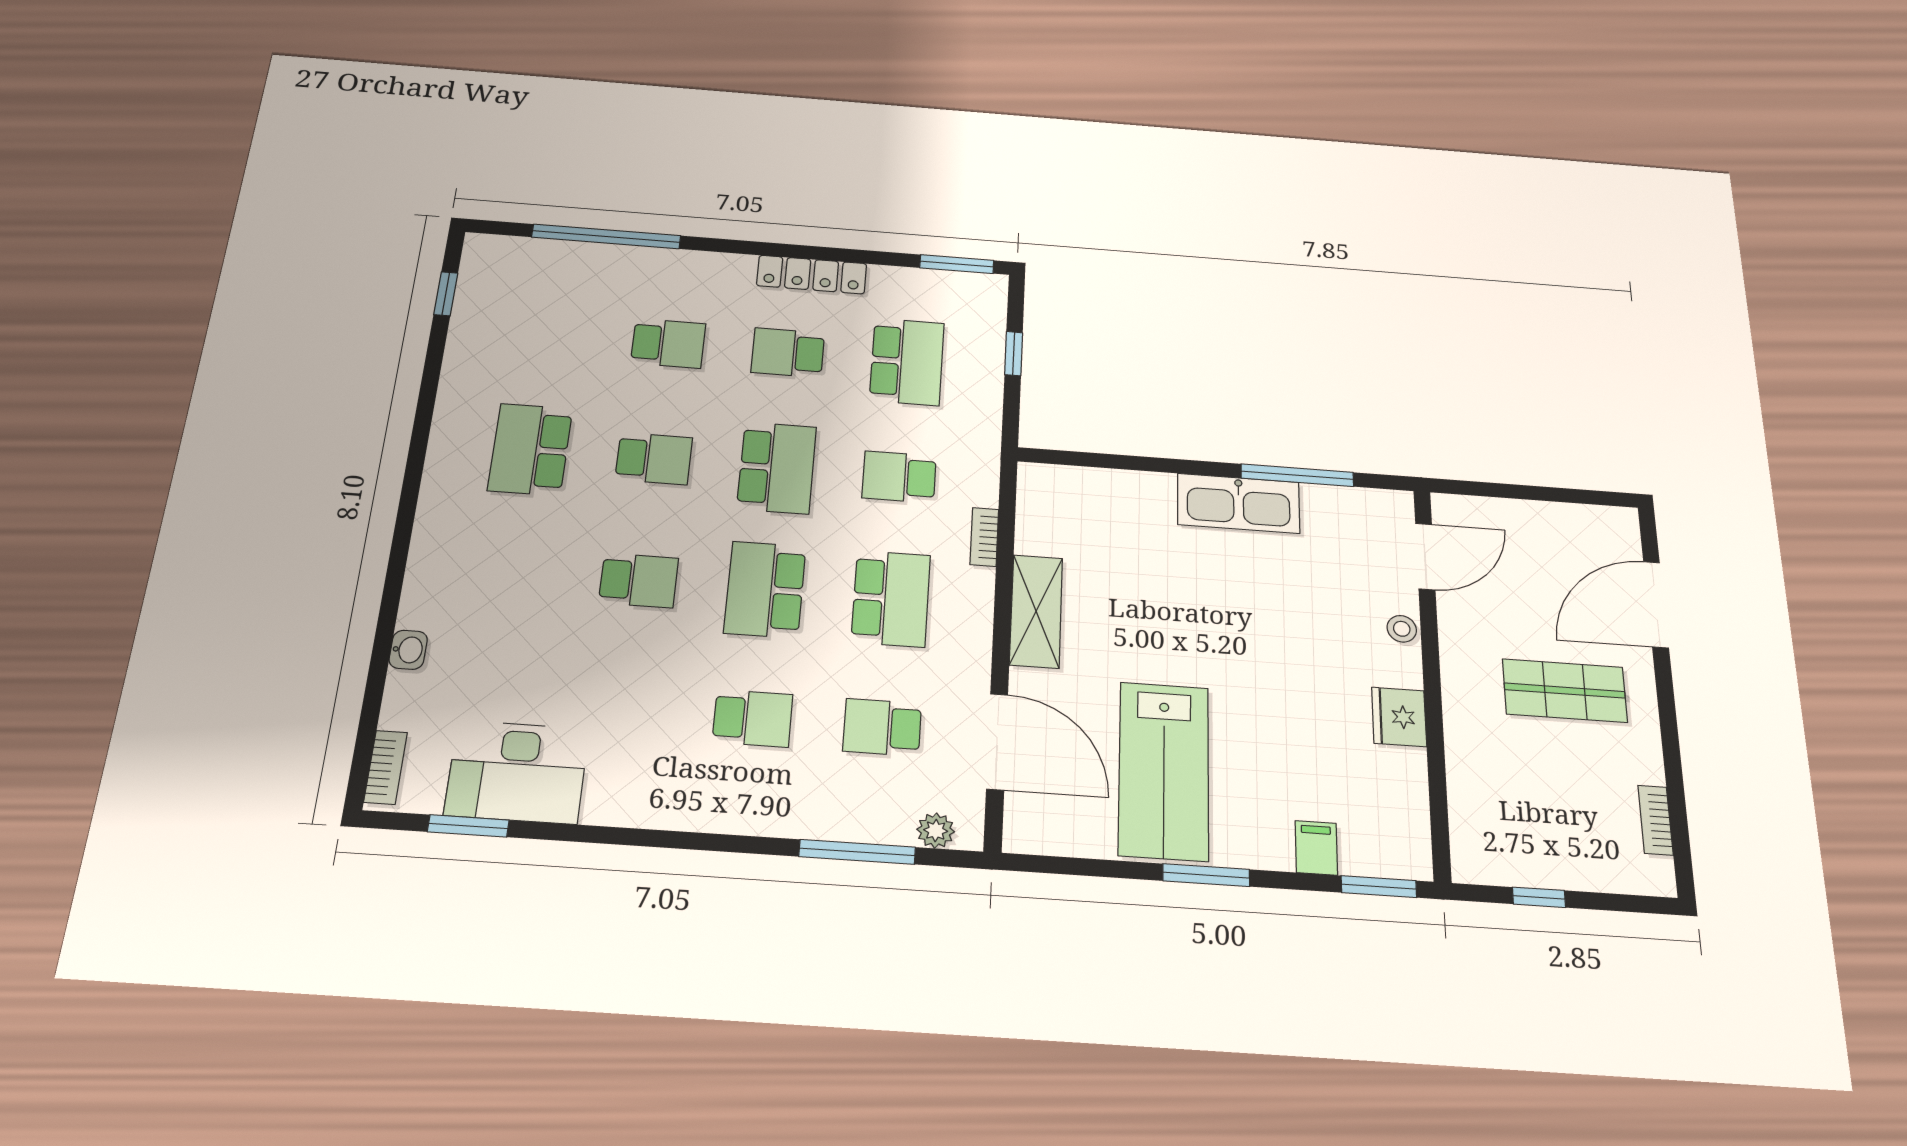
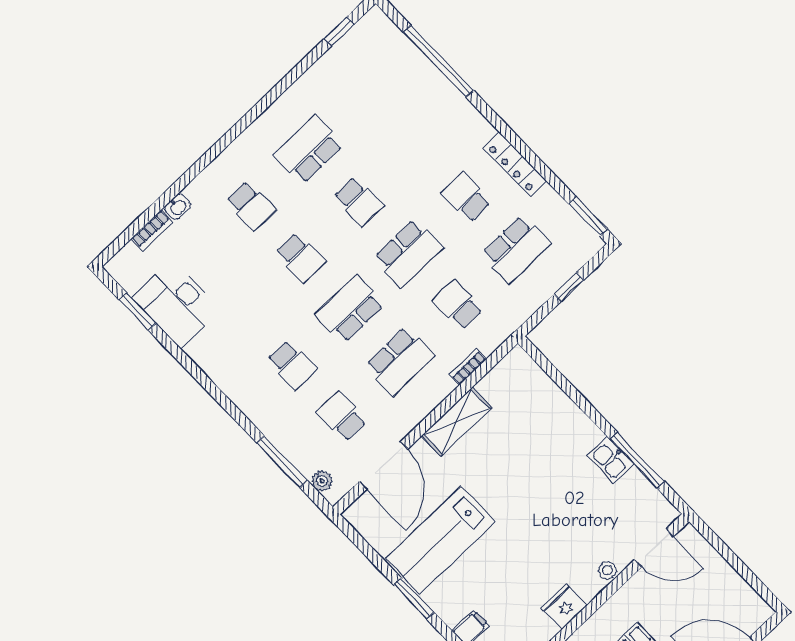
school desk: (668, 343) -> (251, 206), moved
kitchen sink: (1239, 503) -> (611, 460), width x0.53, depth x0.81
bookcase: (386, 767) -> (152, 230), moved

